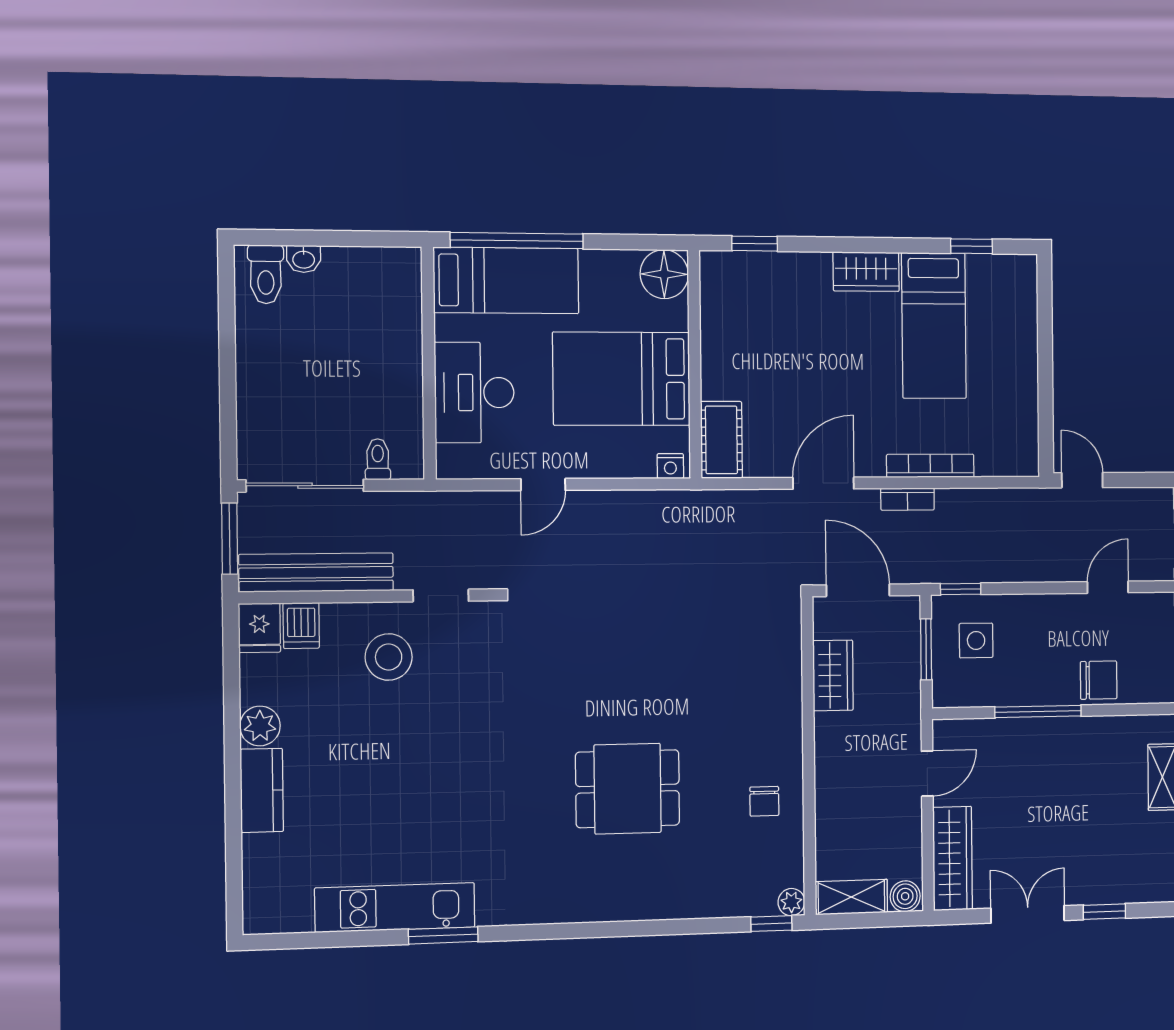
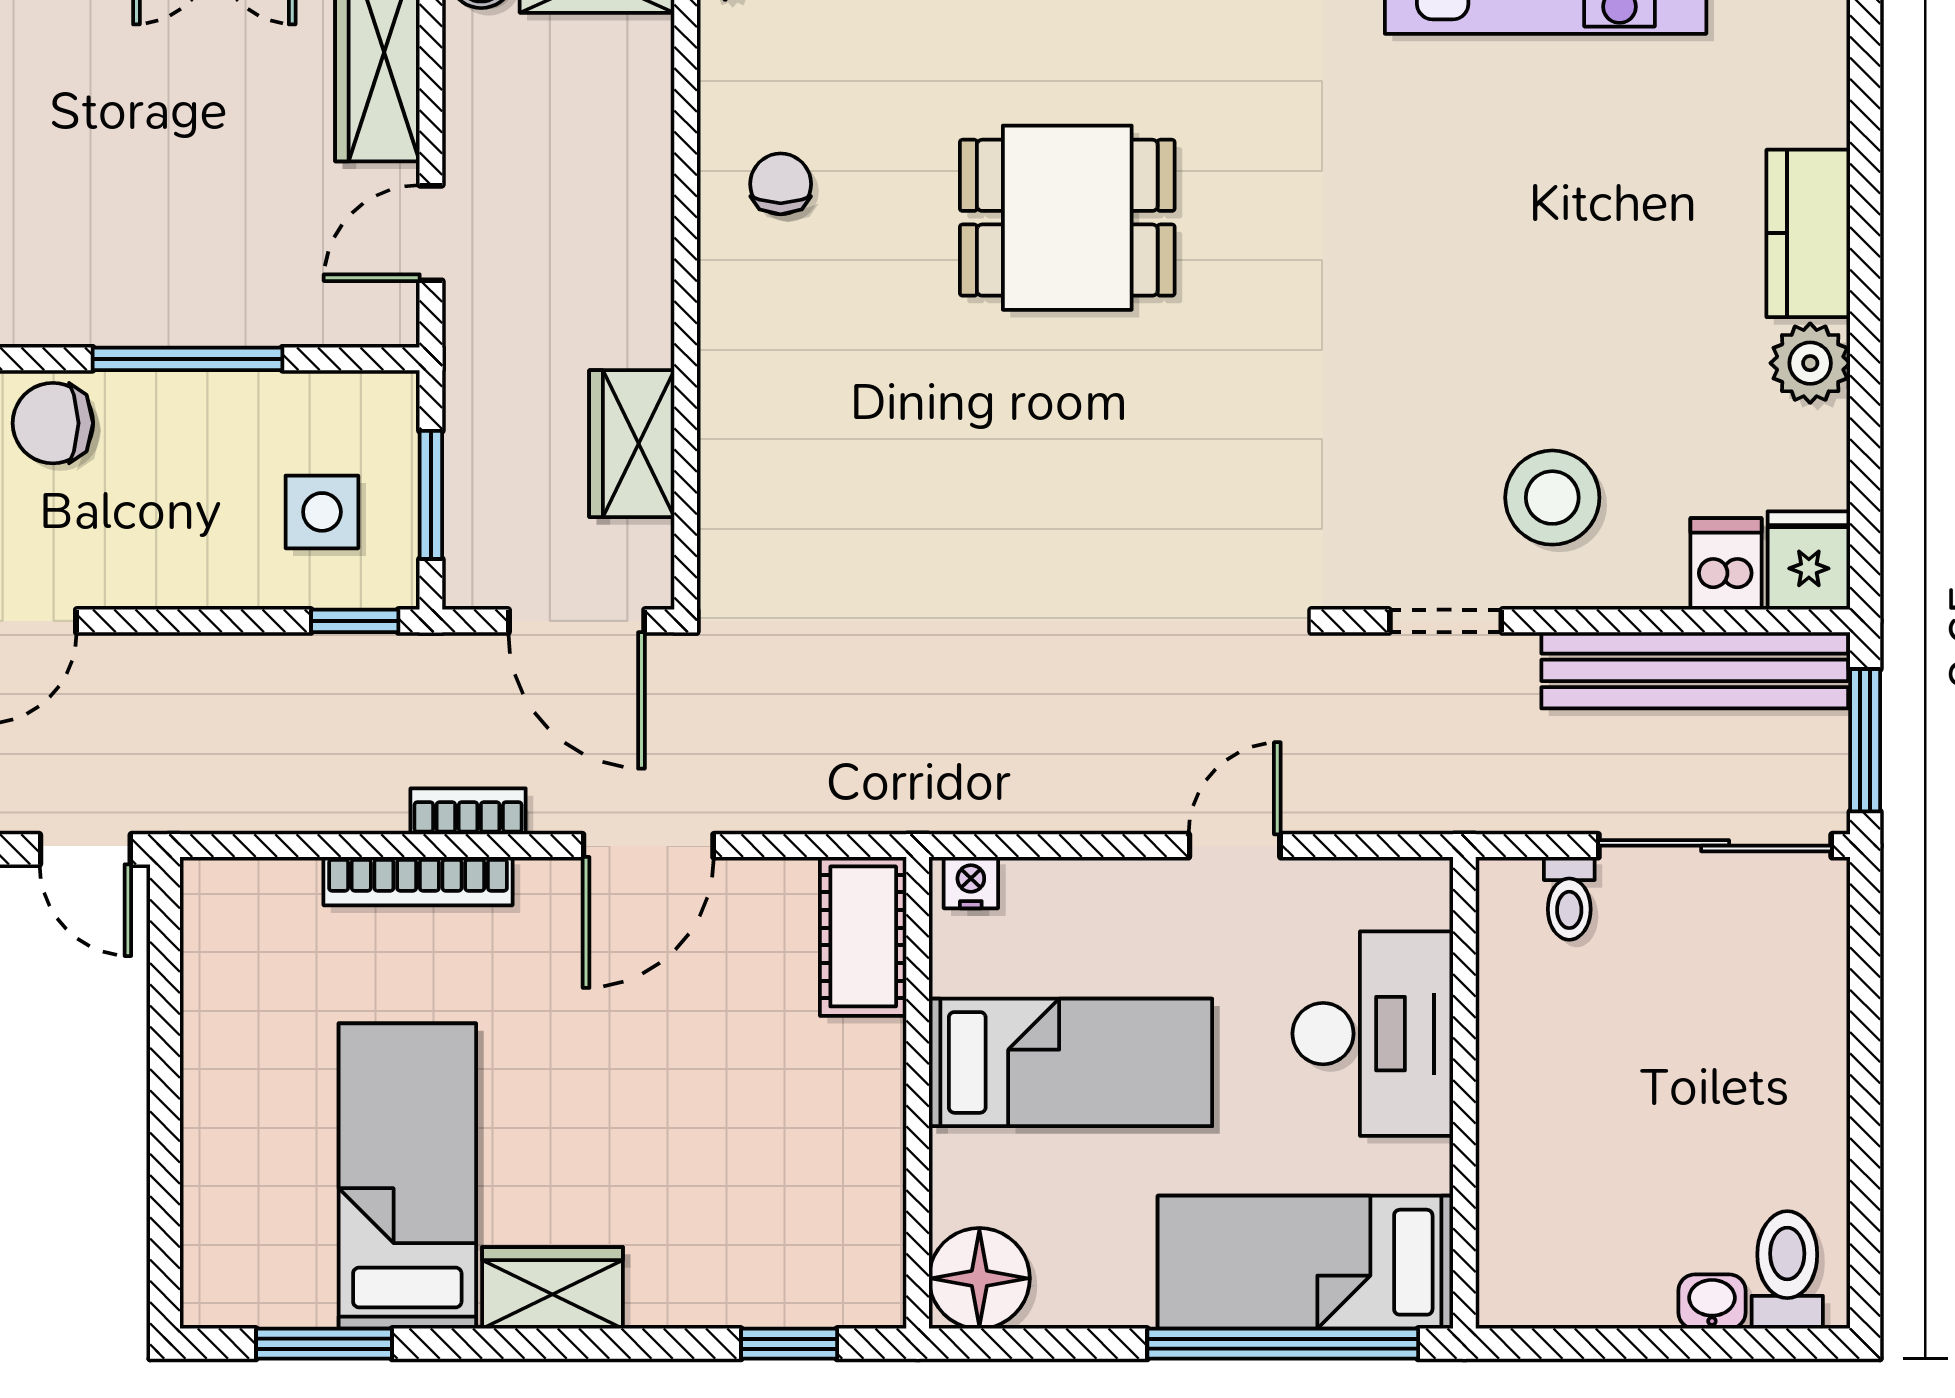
window: (972, 246) -> (324, 1344), width x1.50
bed: (622, 379) -> (1071, 1062), width x0.67

